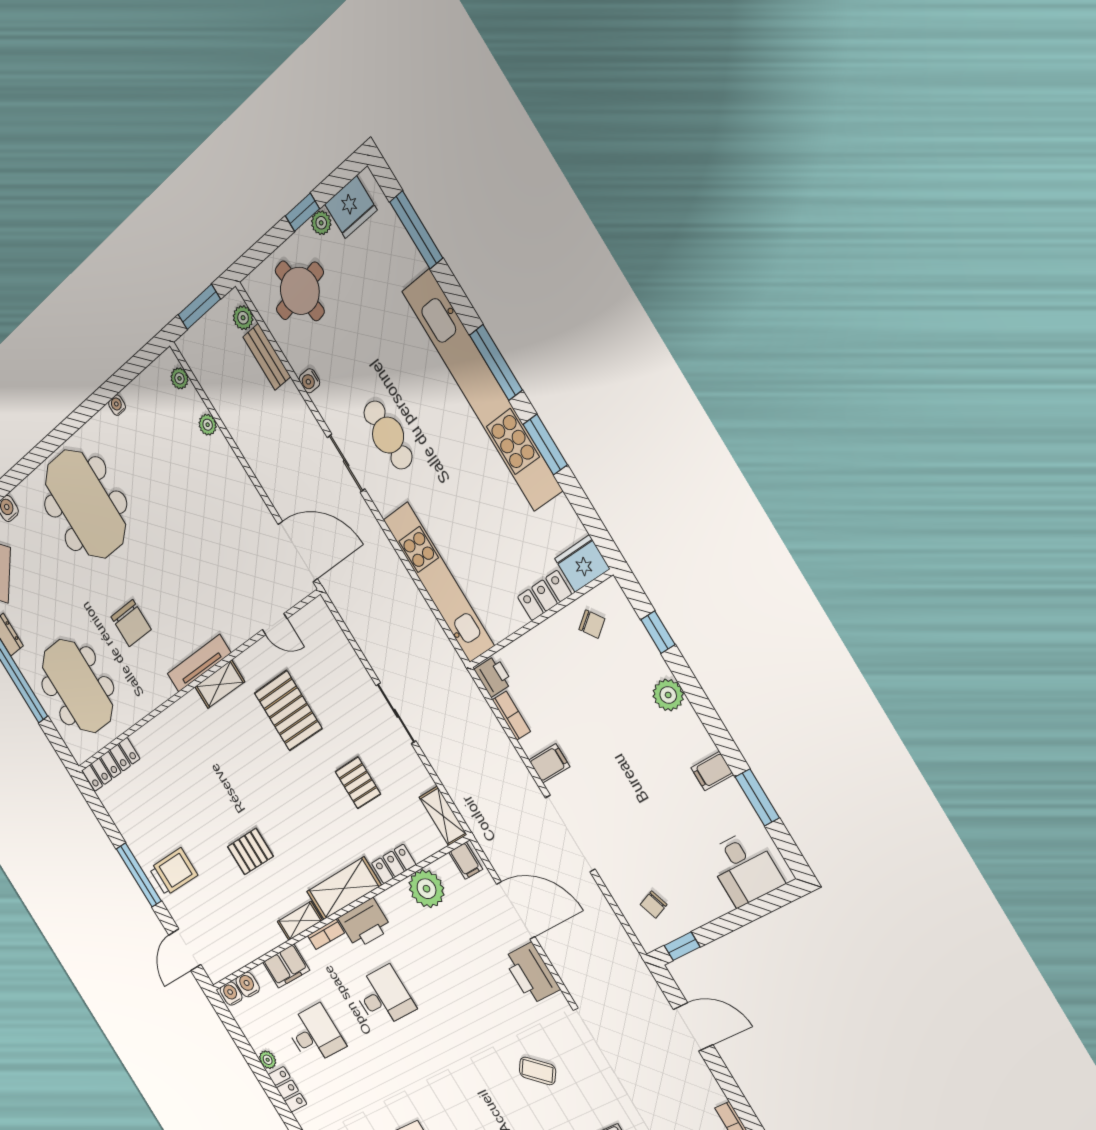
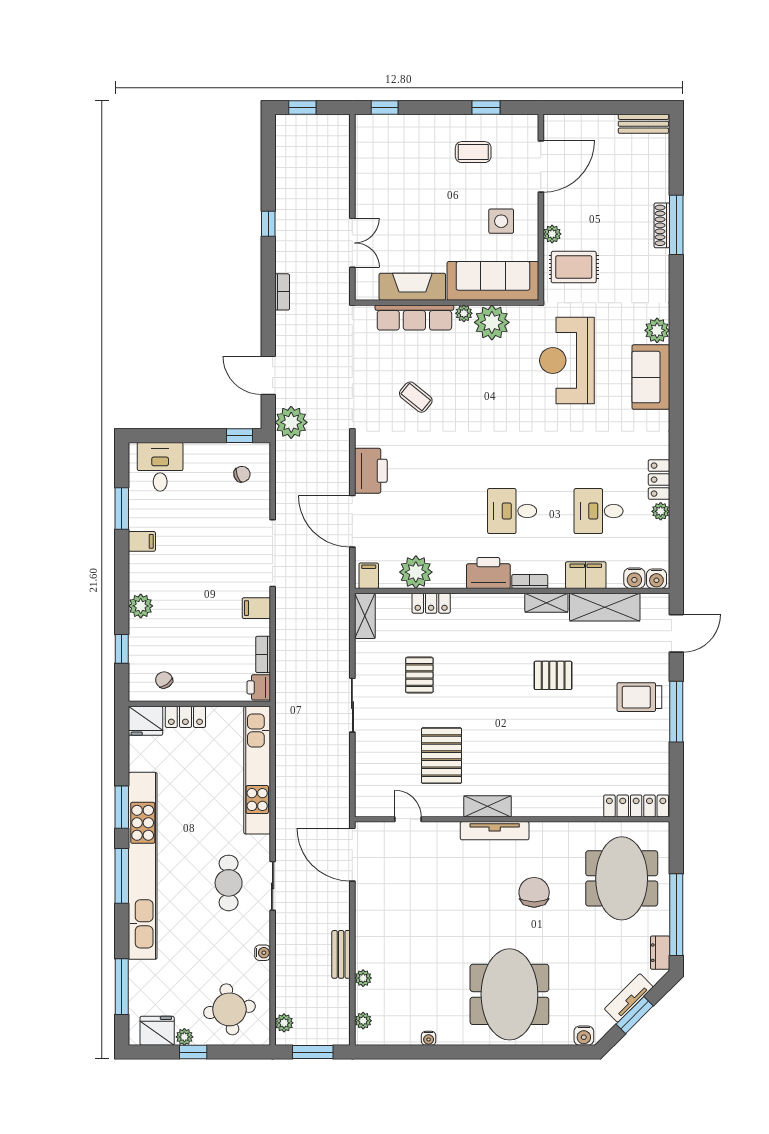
bench: (267, 357) -> (341, 954), moved
shelving: (344, 888) -> (605, 607), moved
plant: (639, 987) -> (291, 422), added

